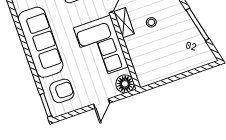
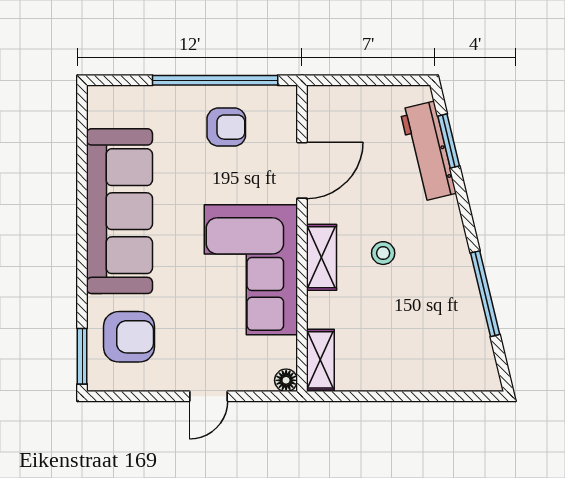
shelving: (124, 23) -> (322, 257), moved
shelving: (141, 74) -> (320, 360), added
floor lamp: (125, 84) -> (286, 380), width x0.53, depth x0.53

